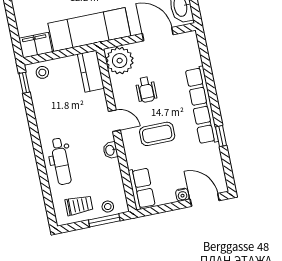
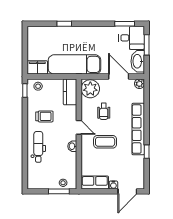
plant: (190, 38) -> (139, 84), added
dental chair: (61, 161) -> (38, 147), turned 180
row of seats: (142, 188) -> (95, 183), moved, turned -90
door: (205, 200) -> (127, 191), swing flipped
trolley: (79, 205) -> (44, 116), moved

